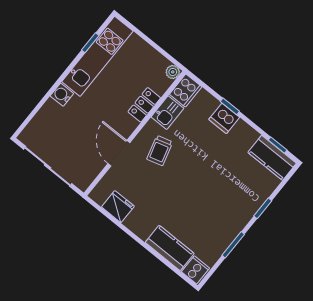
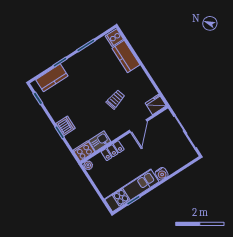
trolley: (160, 151) -> (116, 99), moved
kitchen counter: (272, 158) -> (52, 78), moved, turned 90
fridge: (118, 207) -> (156, 104), moved, turned 90

